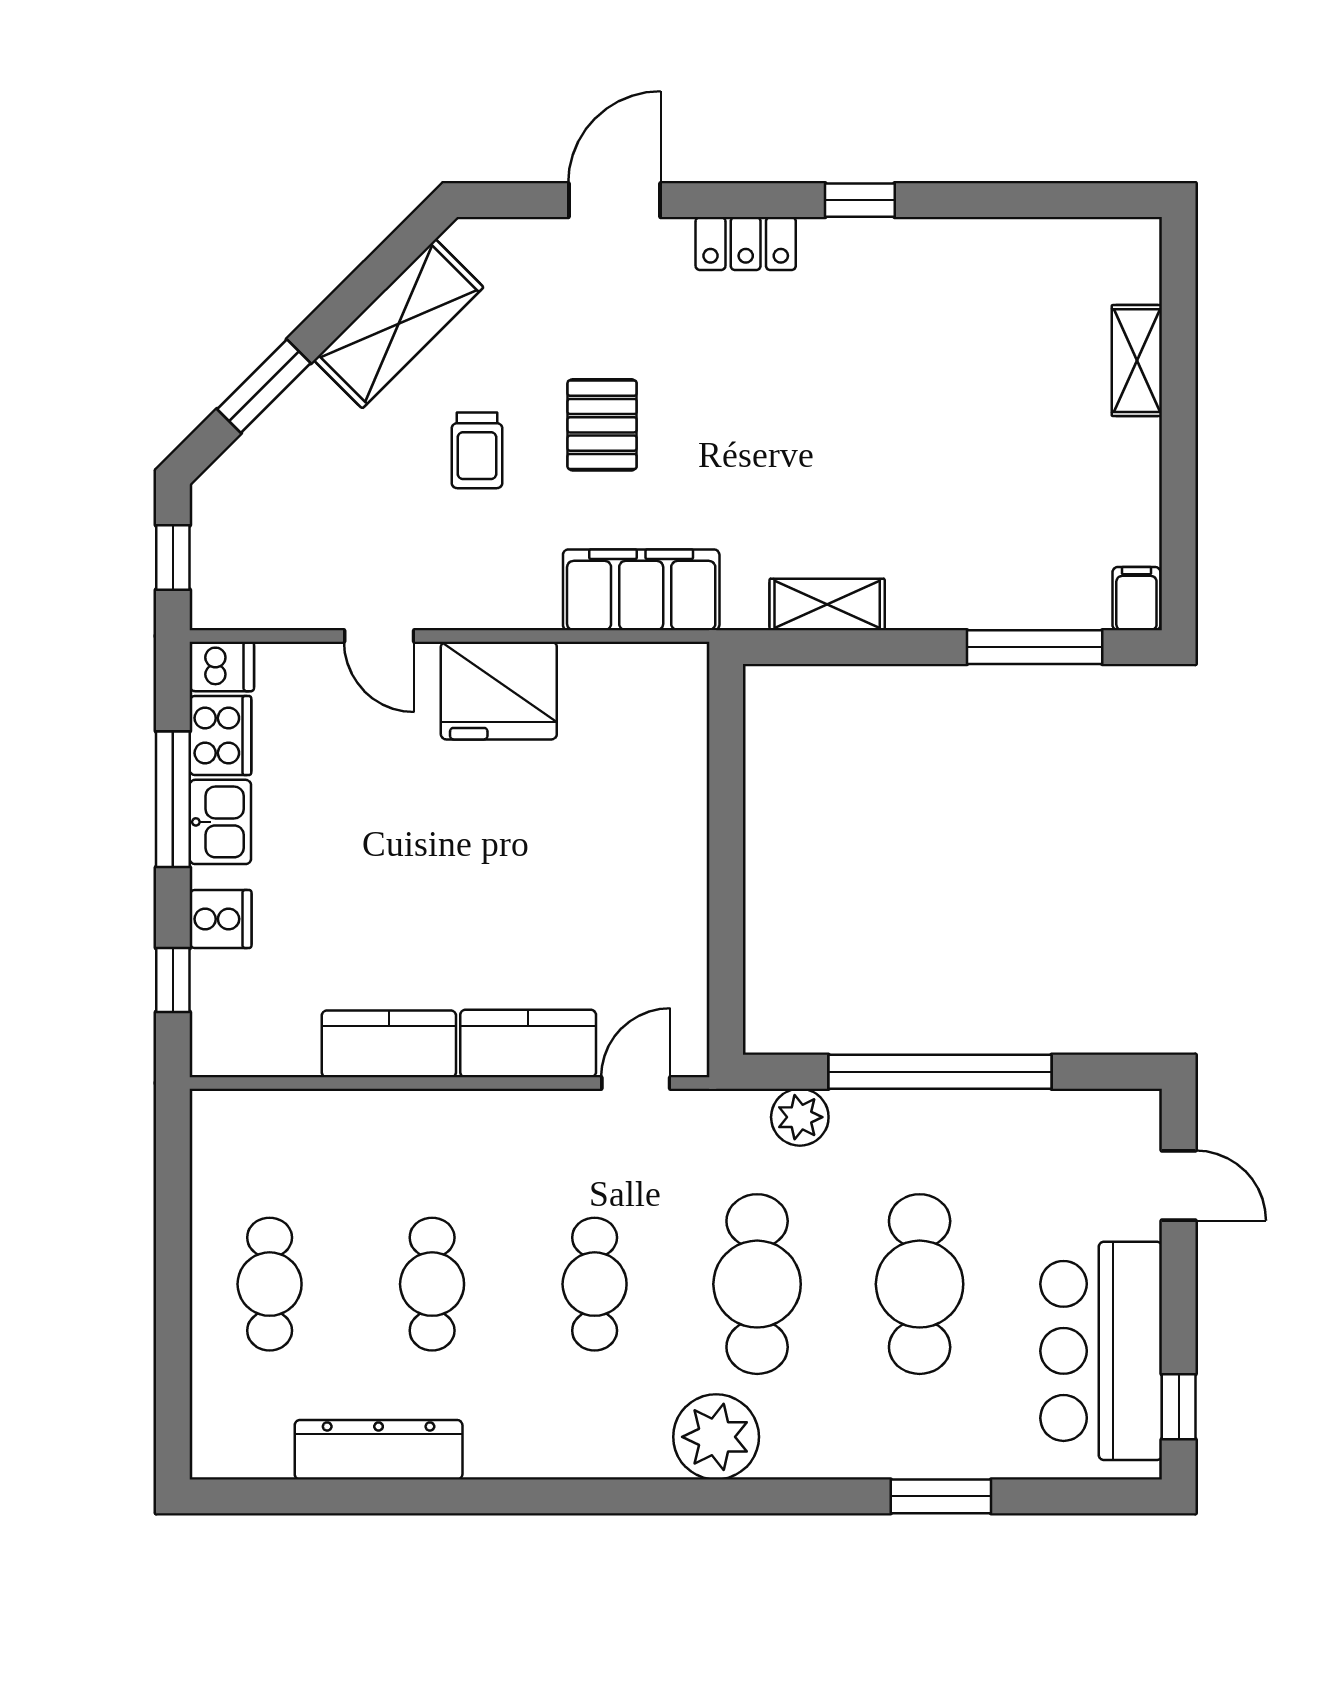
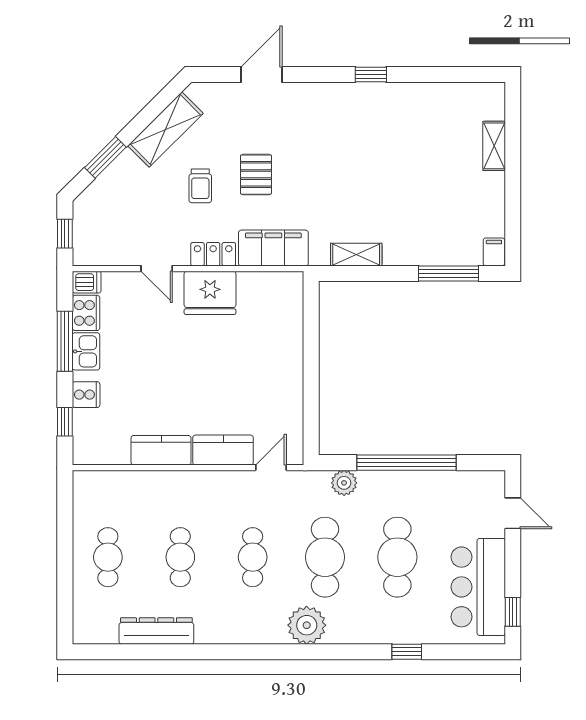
locker: (746, 244) -> (213, 254), moved, turned 180
window: (941, 1496) -> (407, 652), width x0.67

